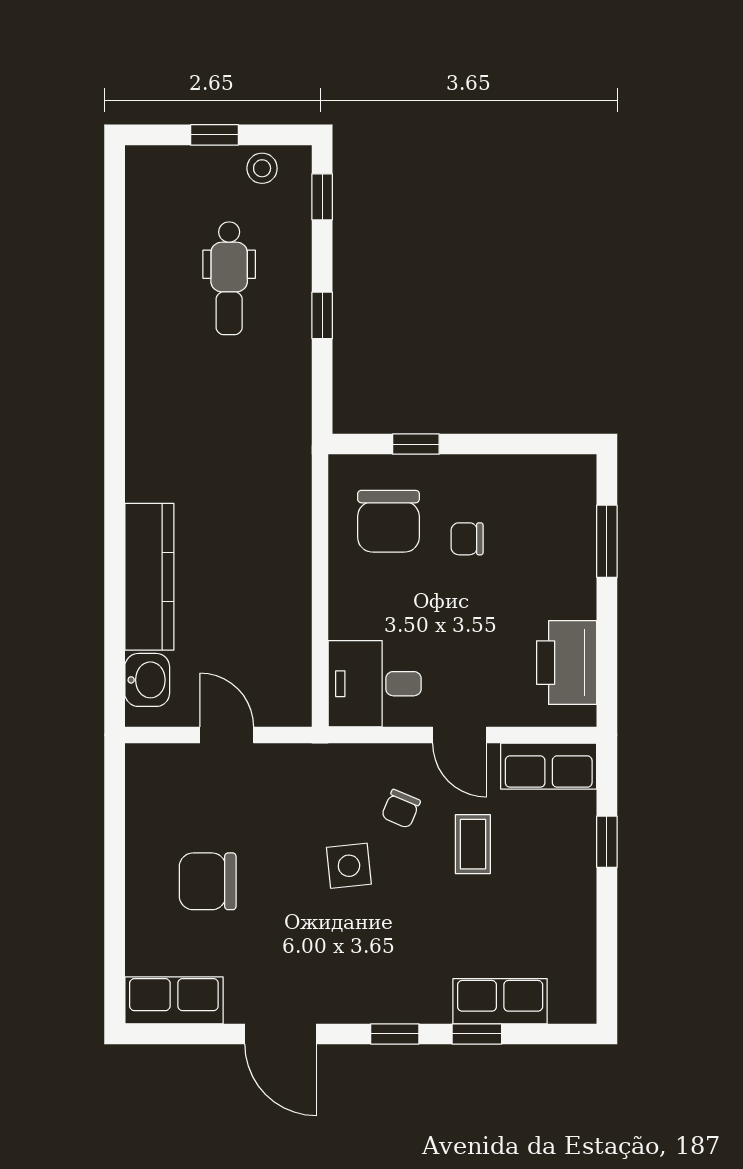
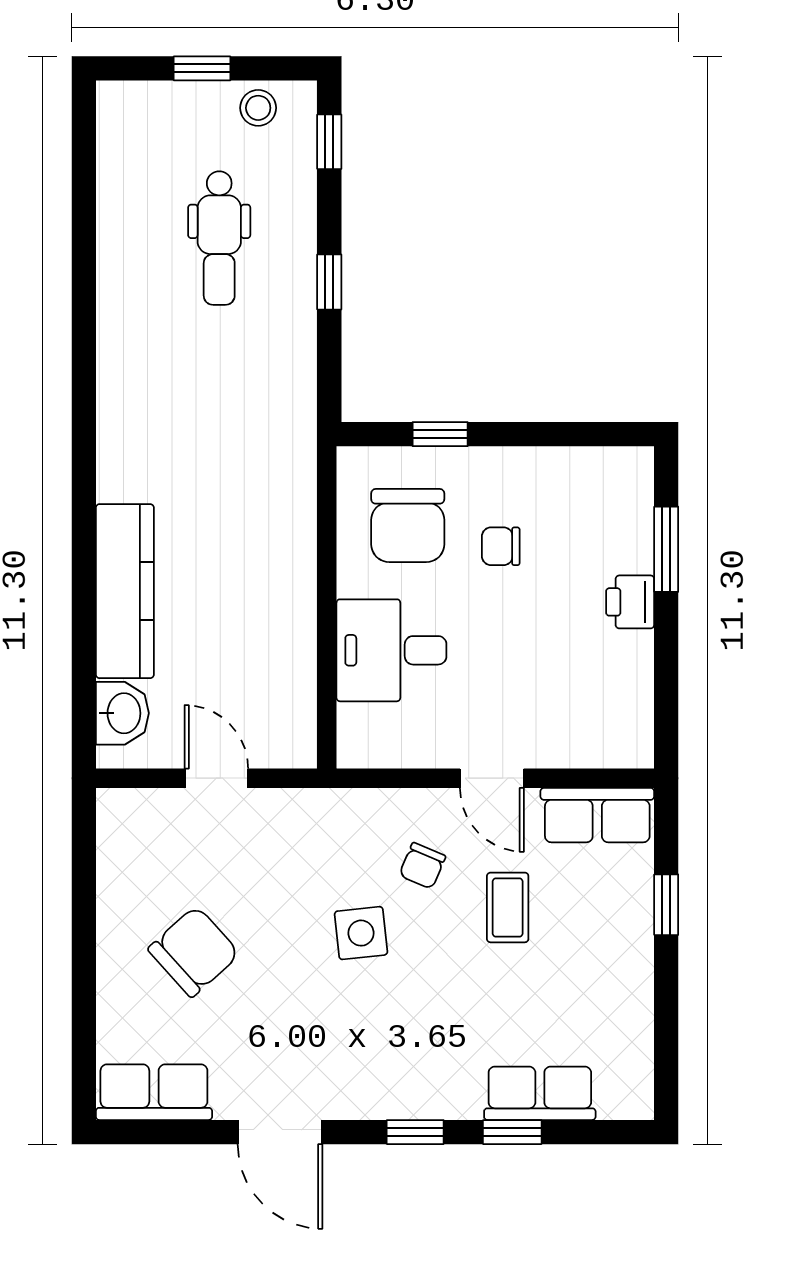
printer: (567, 663) -> (630, 602), moved, width x0.53, depth x0.68
desk: (375, 684) -> (391, 650), moved
chair: (208, 881) -> (194, 951), turned 138

